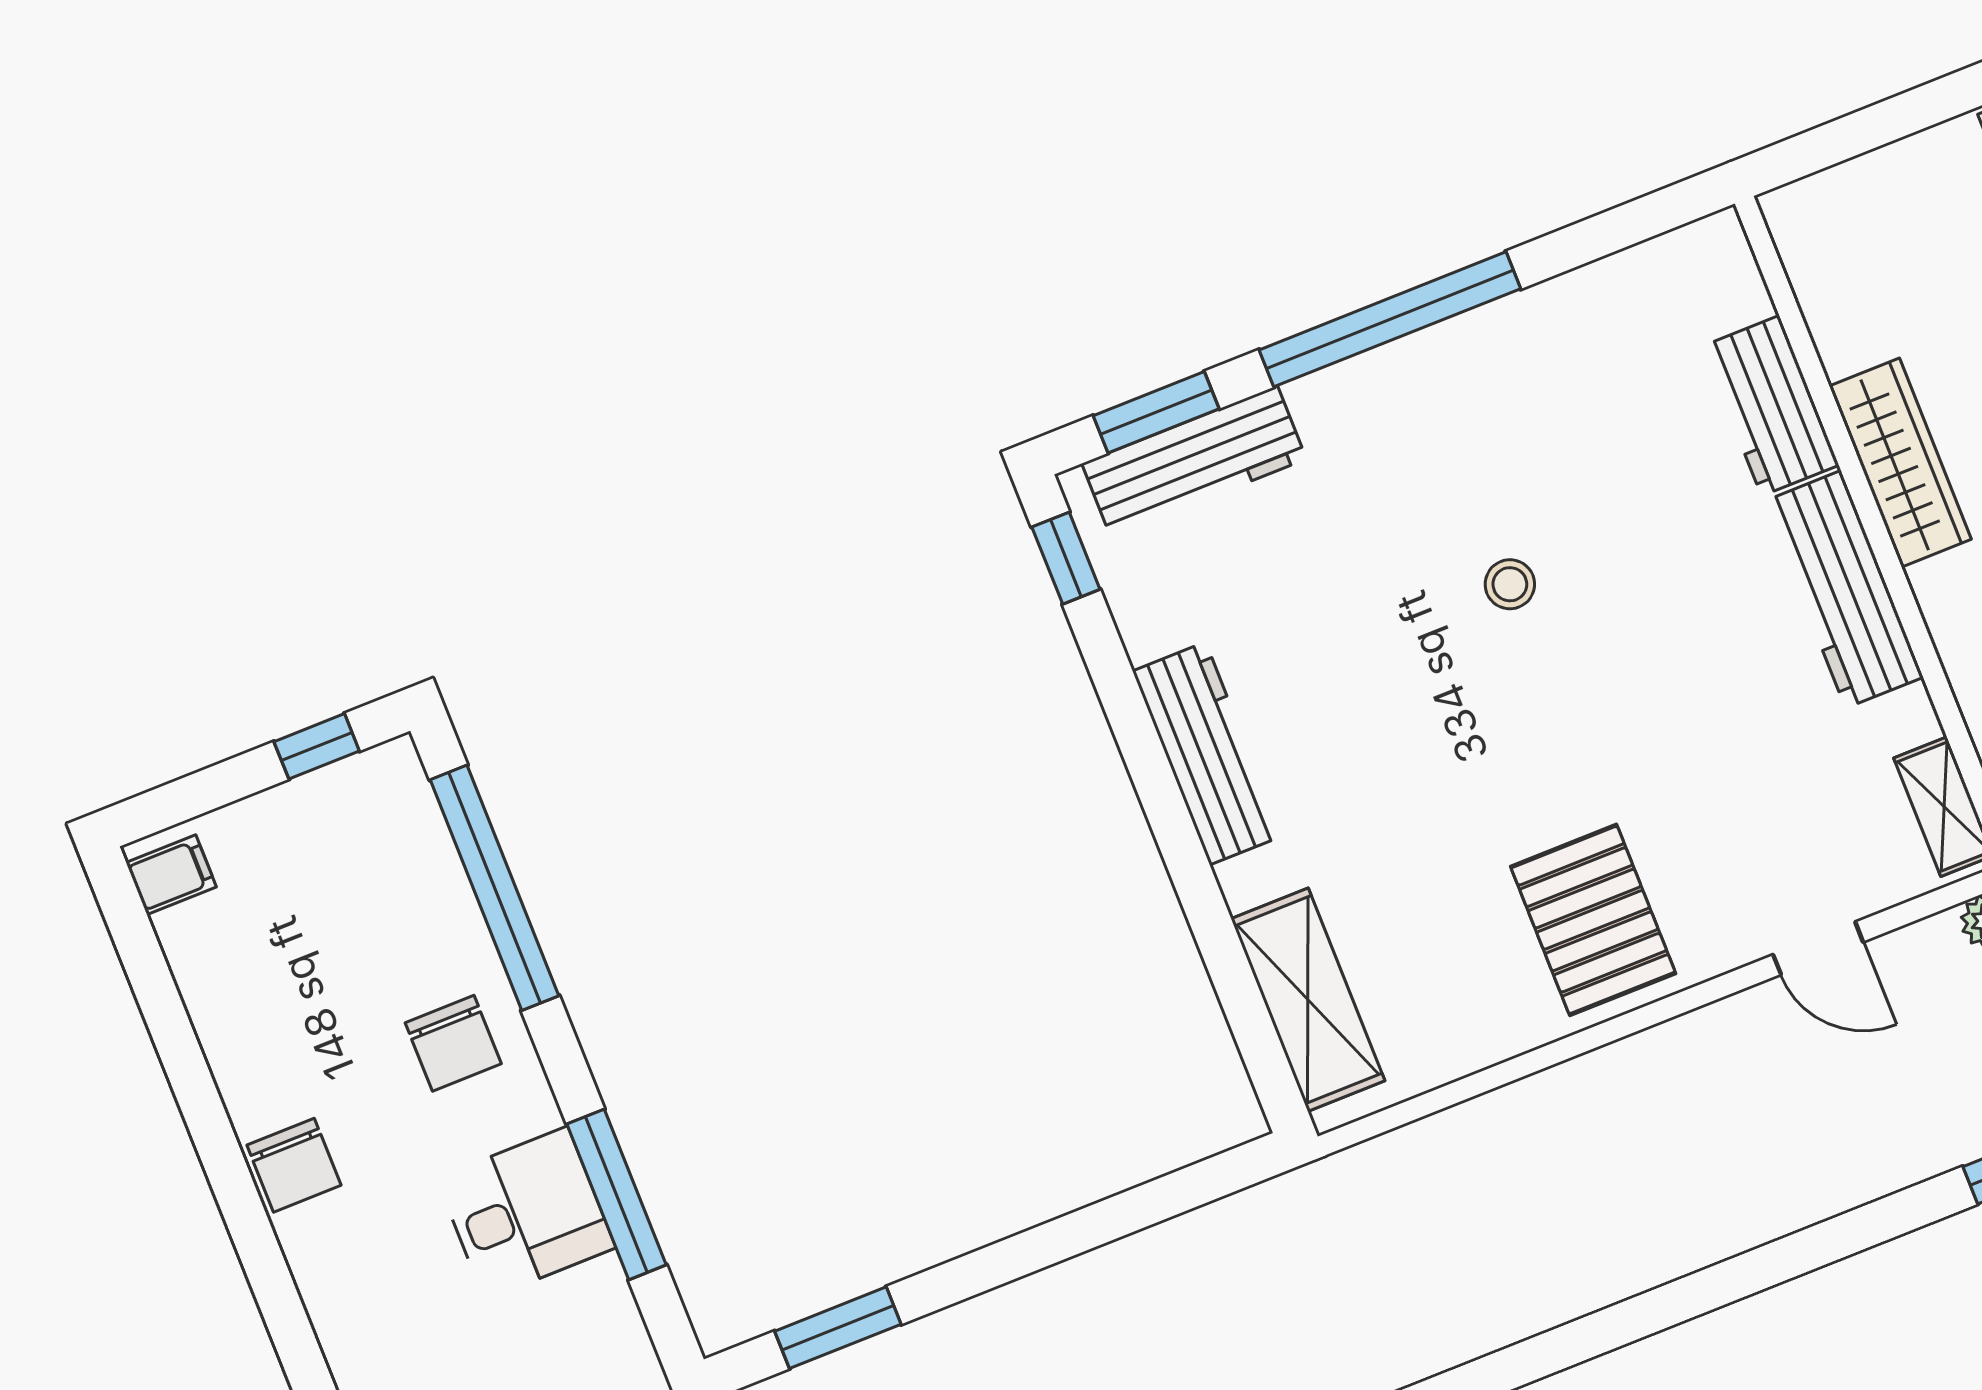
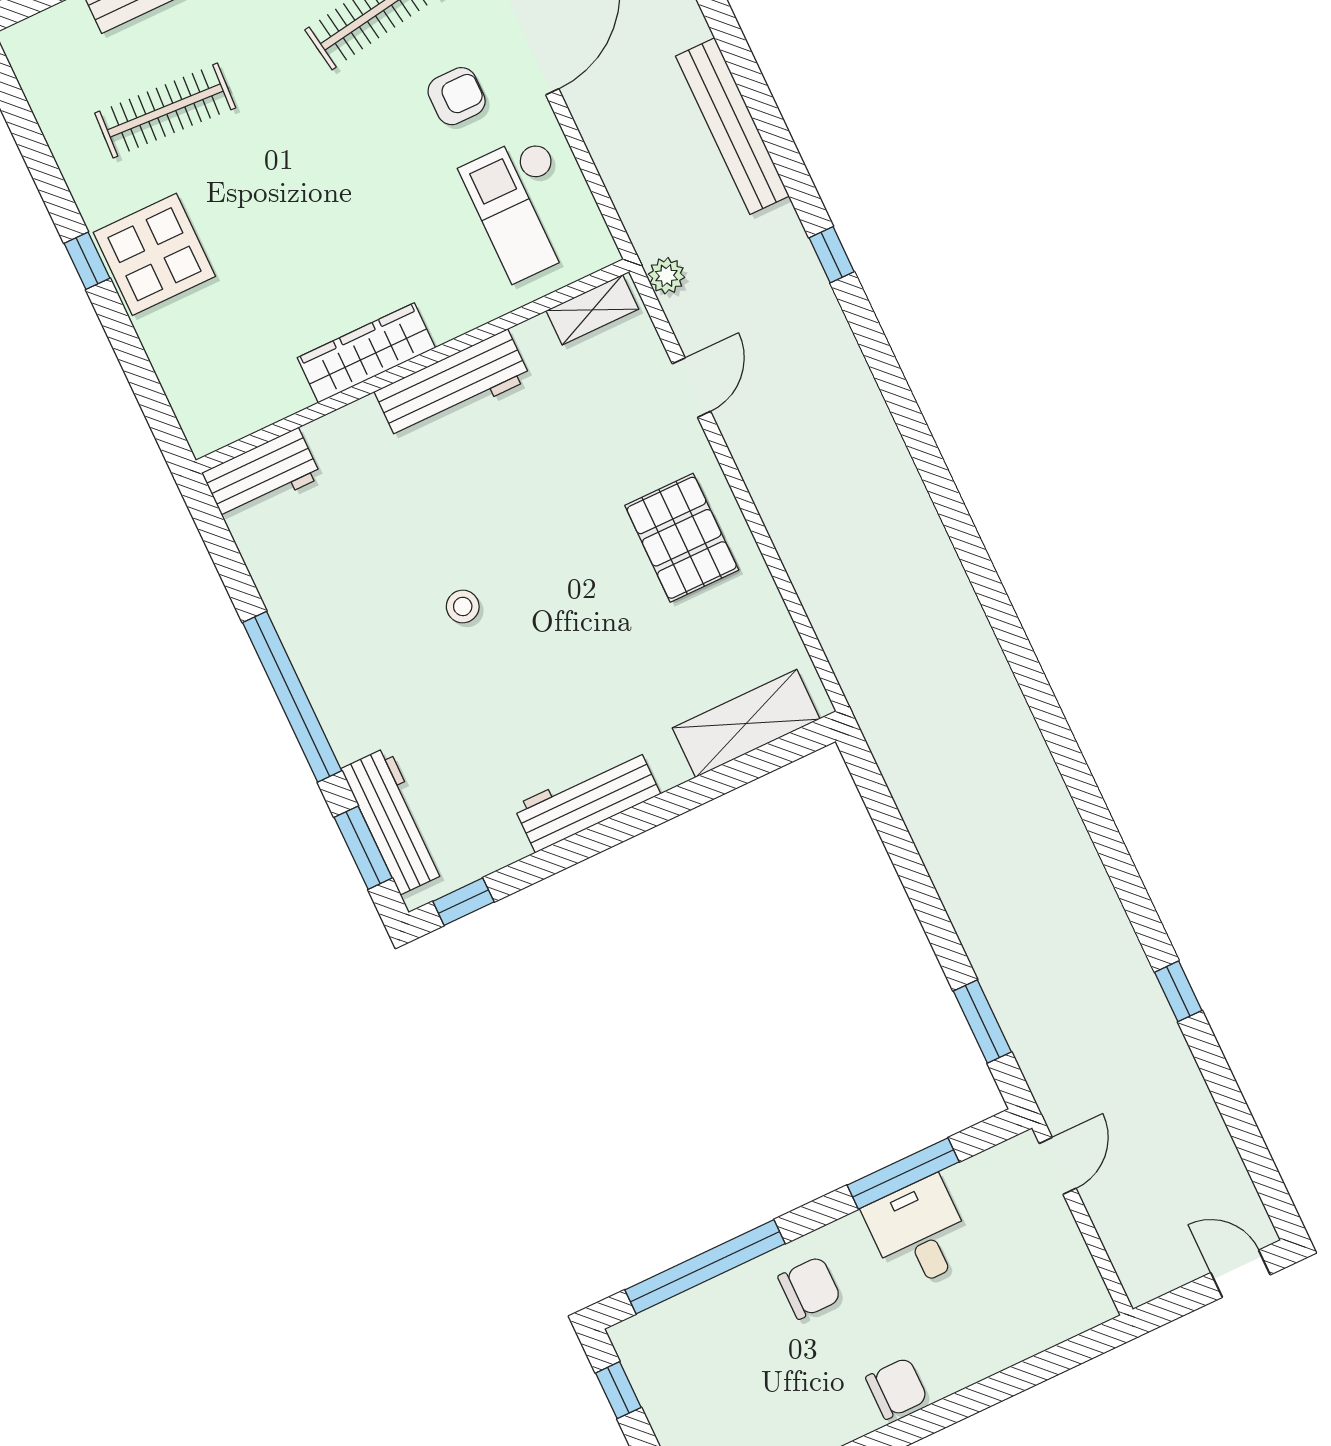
workbench: (1771, 406) -> (262, 475), moved
pallet: (1593, 920) -> (682, 538), turned 90

